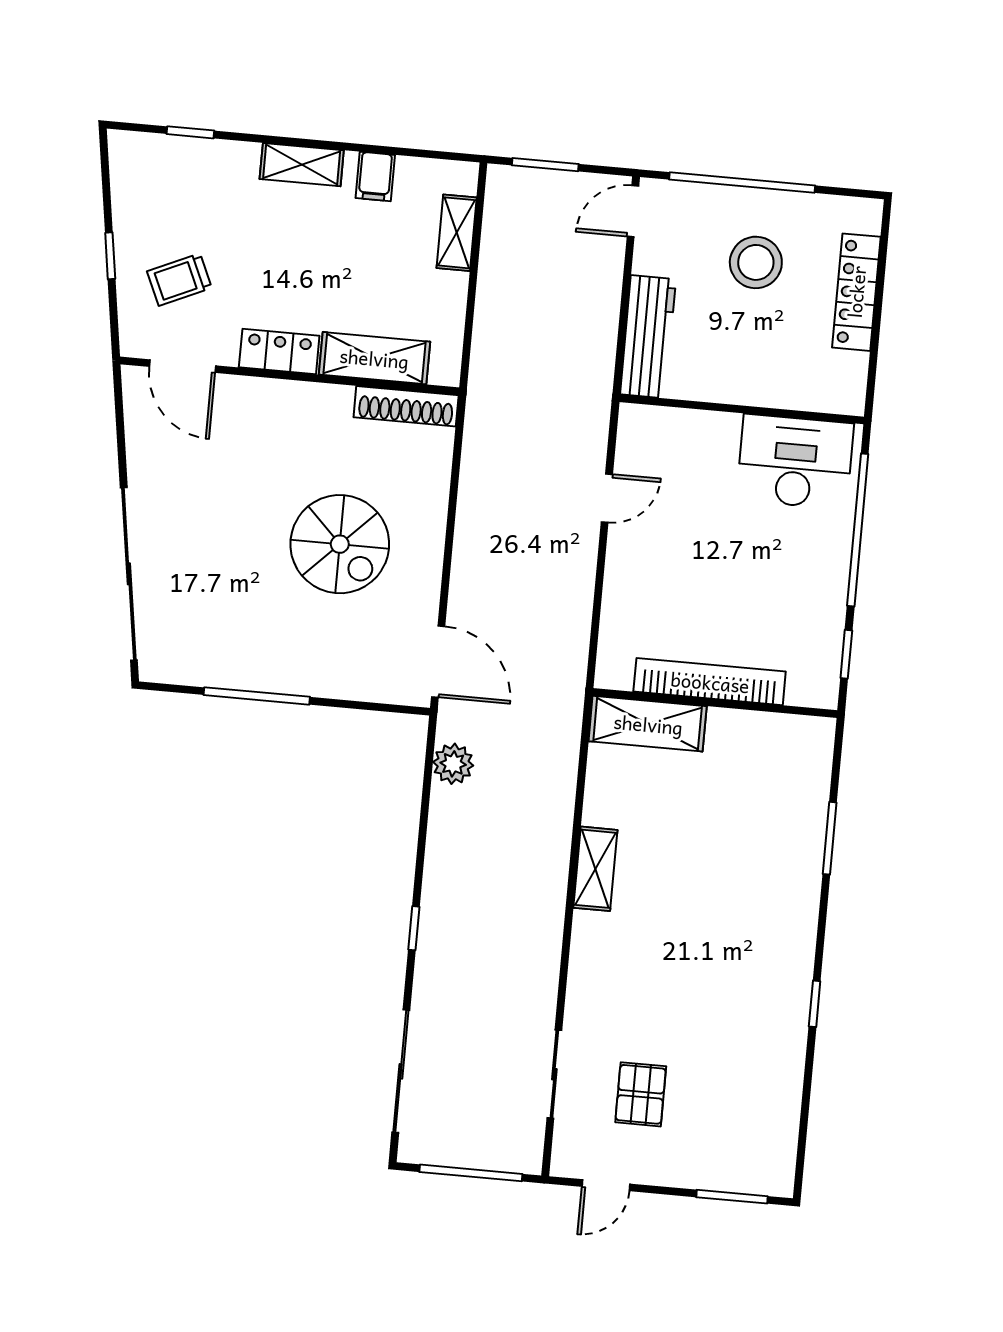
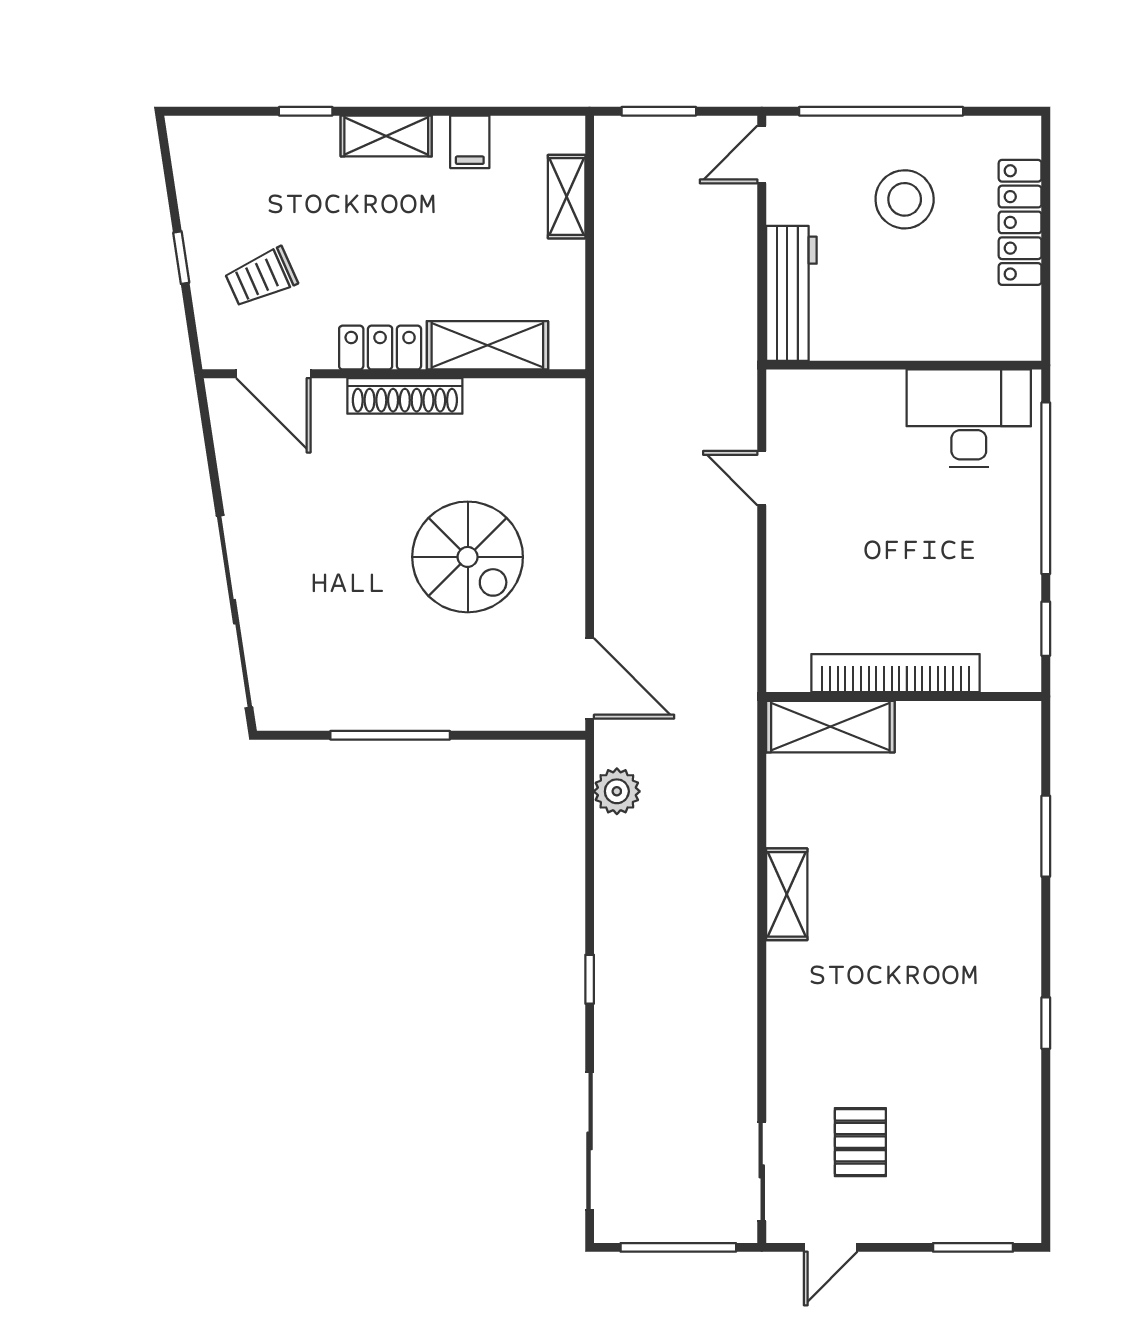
window: (190, 132) -> (306, 111), moved
shoe rack: (406, 406) -> (405, 396), moved
door: (607, 498) -> (762, 478), swing flipped
sliding door: (554, 1074) -> (762, 1171), moved

